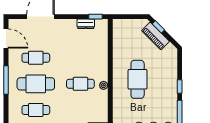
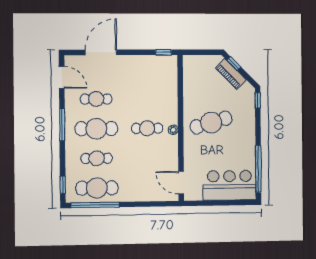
dresser: (86, 24) -> (152, 60), removed
cafe table: (138, 79) -> (211, 123), turned 74
window: (180, 87) -> (258, 100), moved

